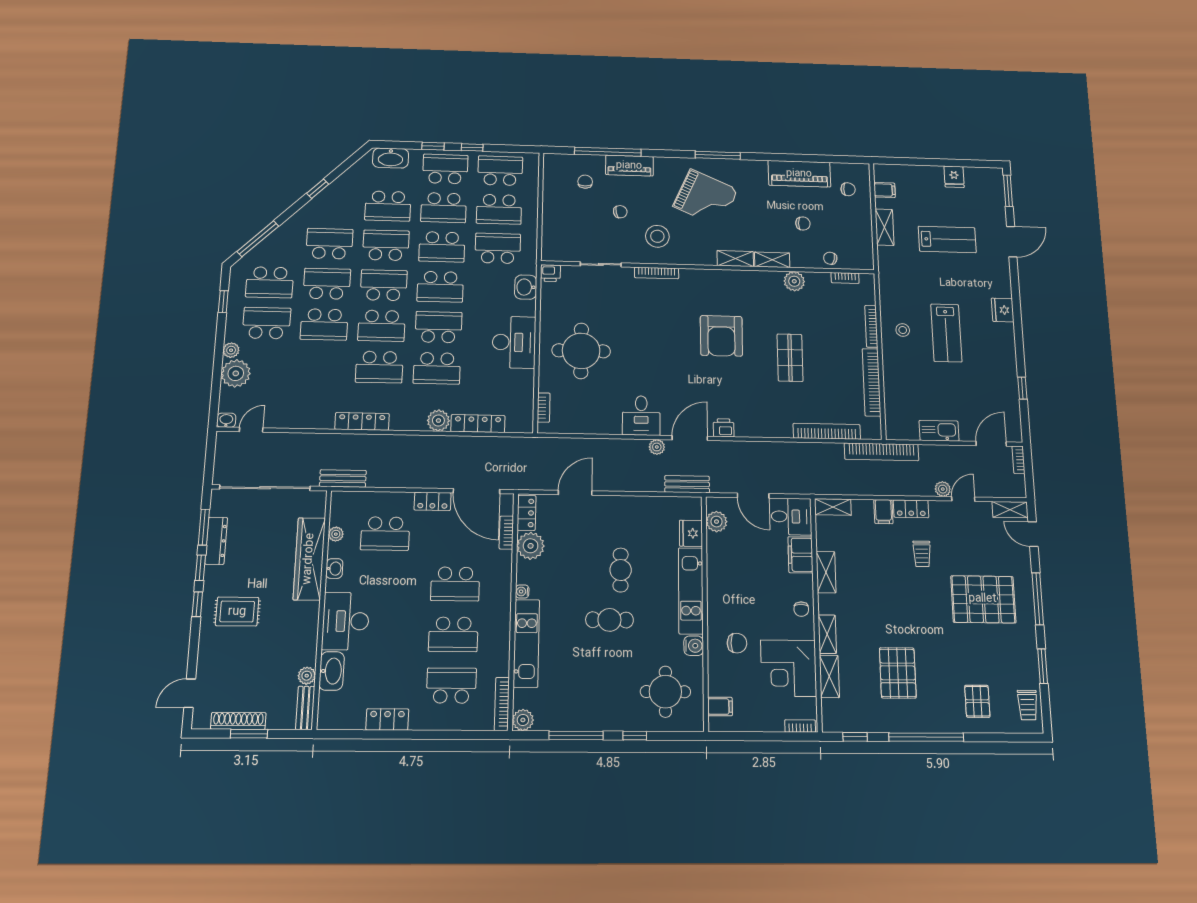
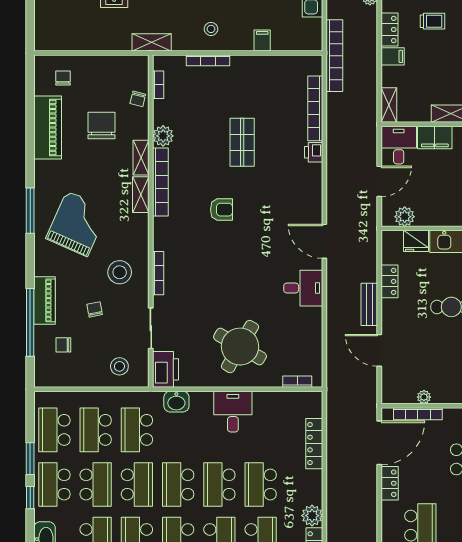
window: (472, 147) -> (30, 459), width x1.50
filing cabinet: (885, 190) -> (262, 40), moved
school desk: (499, 209) -> (96, 430), turned 180
chair: (803, 223) -> (101, 125), width x1.87, depth x1.87
shelving: (885, 227) -> (152, 42), moved
stool: (563, 233) -> (119, 366), added
printer: (550, 273) -> (166, 369), width x1.87, depth x1.48
school desk: (440, 287) -> (178, 485), turned 180
armchair: (721, 336) -> (221, 210), width x0.53, depth x0.53
desk: (514, 342) -> (233, 412), width x0.73
round table: (581, 351) -> (240, 347), turned 30
shop shelf: (790, 358) -> (242, 142), turned 90
school desk: (437, 368) -> (261, 485), turned 180
bookcase: (871, 382) -> (160, 182), moved, turned -90
plant: (438, 421) -> (312, 516), moved
printer: (724, 428) -> (314, 152), moved
plant: (657, 447) -> (334, 273), removed
bench: (687, 484) -> (369, 304), moved
locker: (526, 513) -> (389, 281), moved, turned 90
bookcase: (506, 533) -> (418, 414), width x1.56
plant: (531, 546) -> (424, 397), width x0.53, depth x0.53

